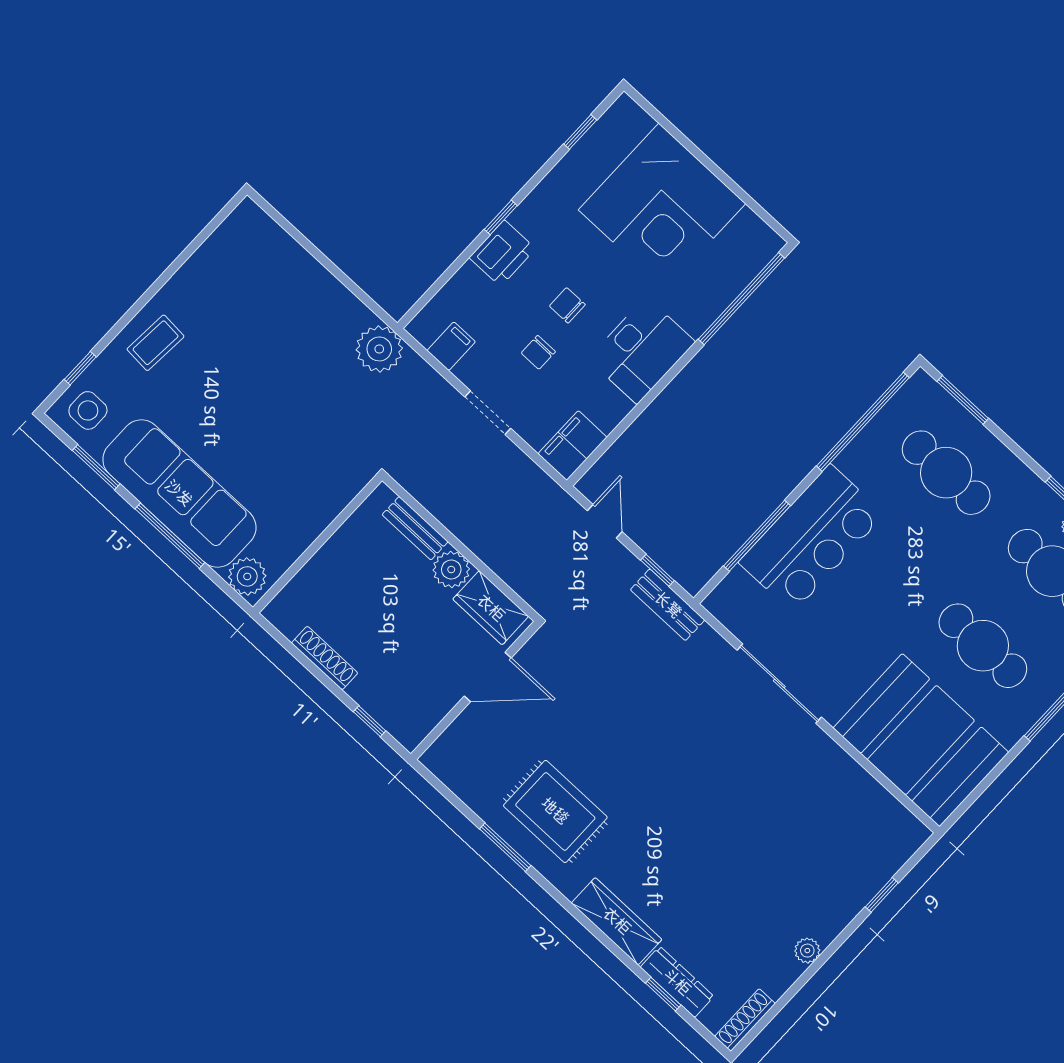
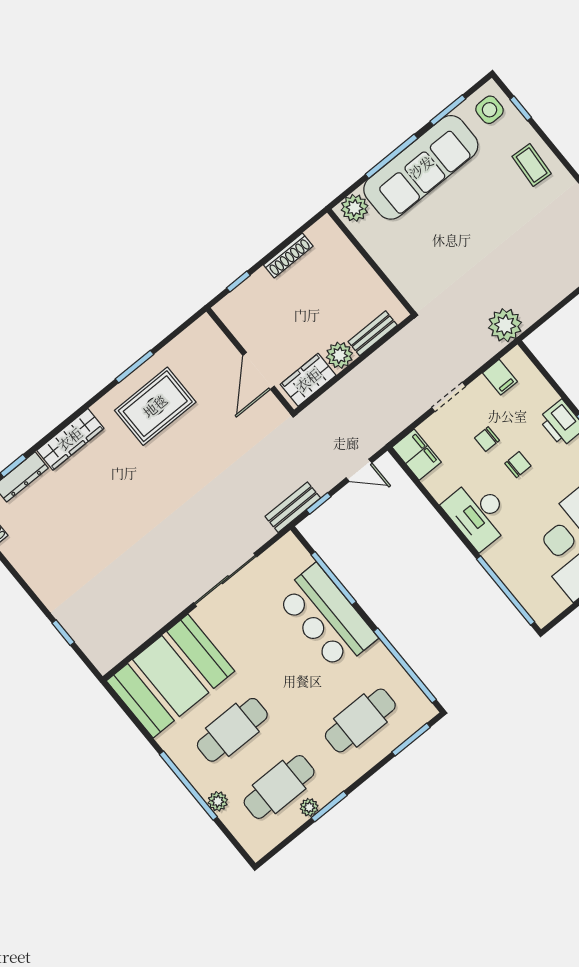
chair: (538, 352) -> (487, 439), turned -90
plant: (807, 951) -> (30, 574), removed

